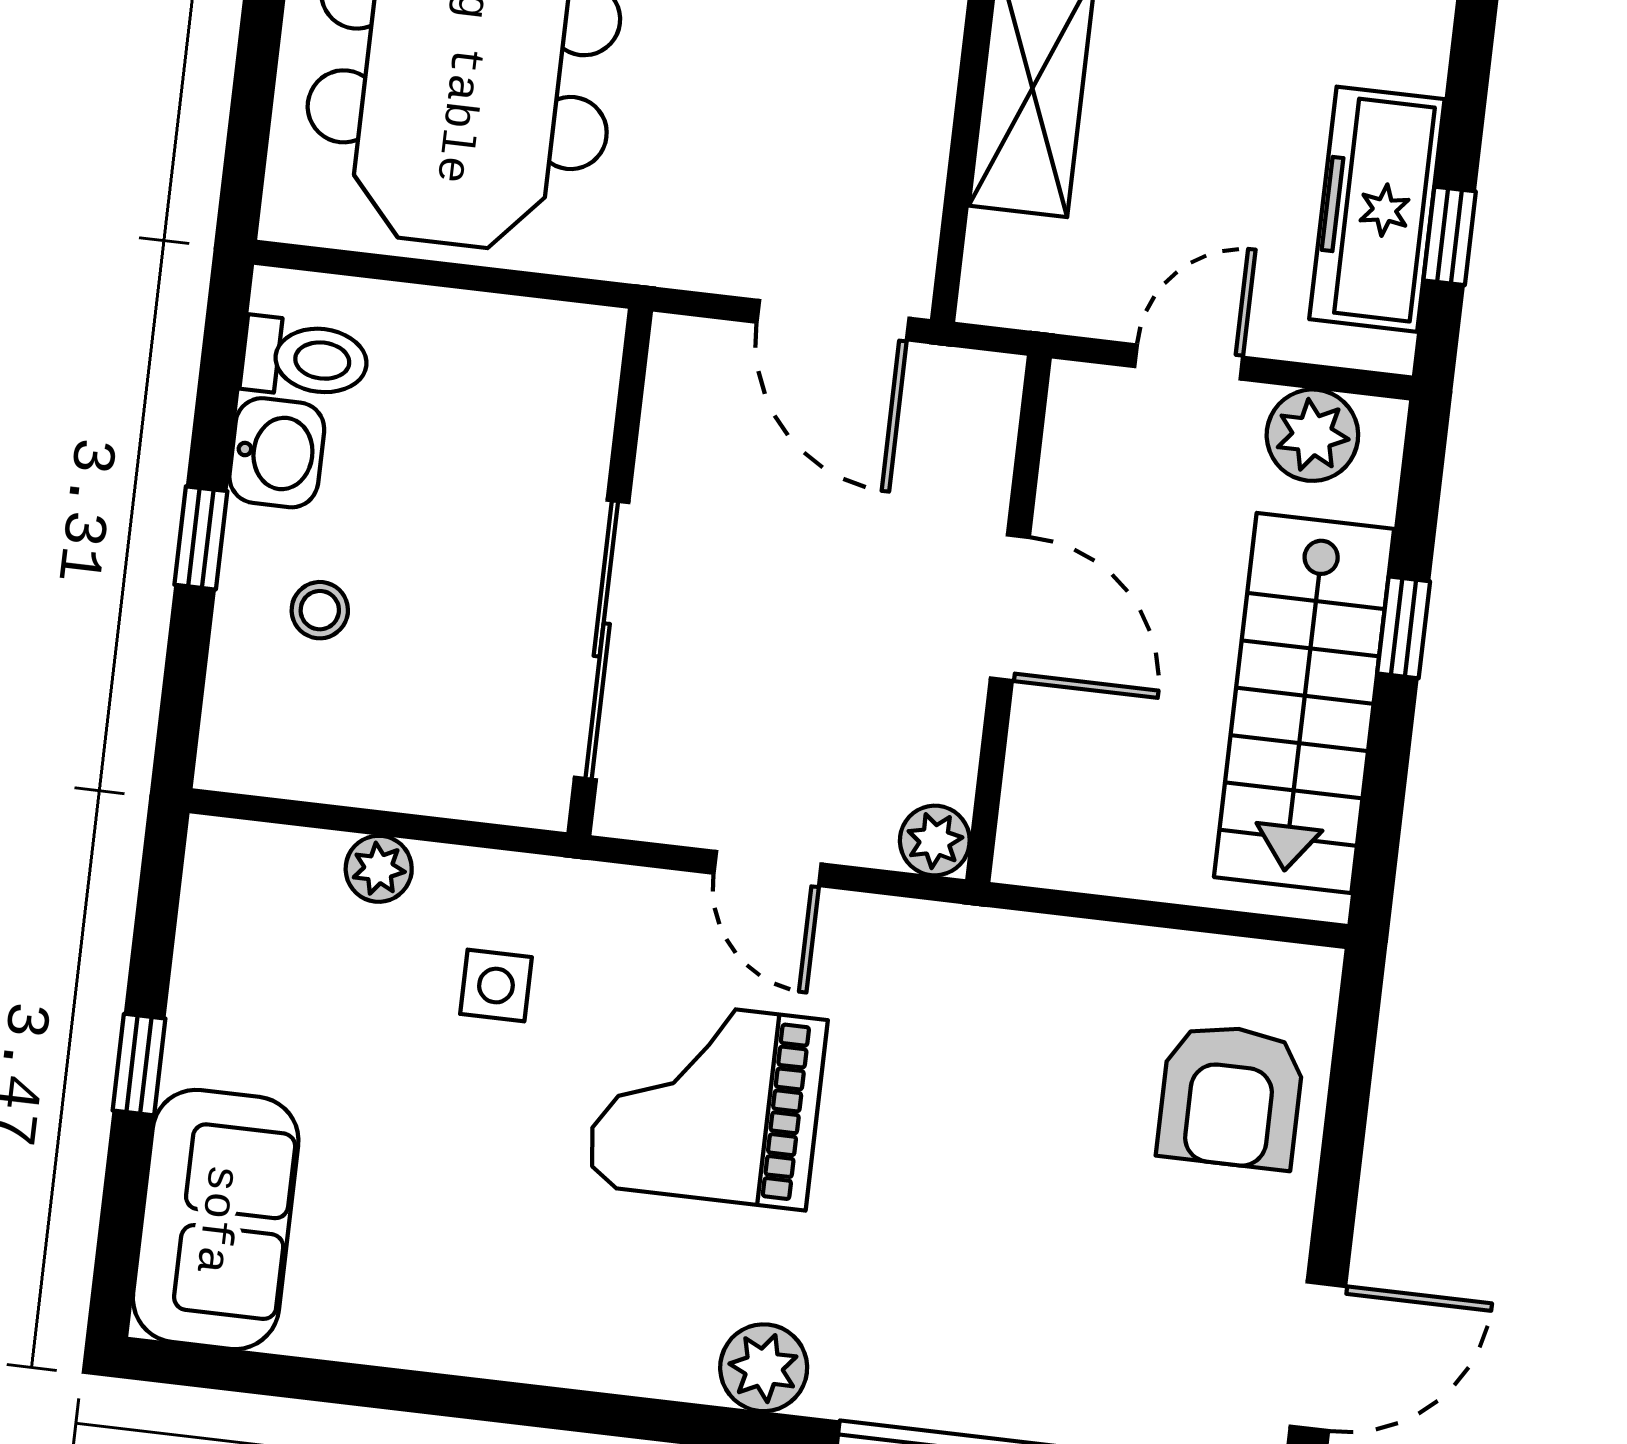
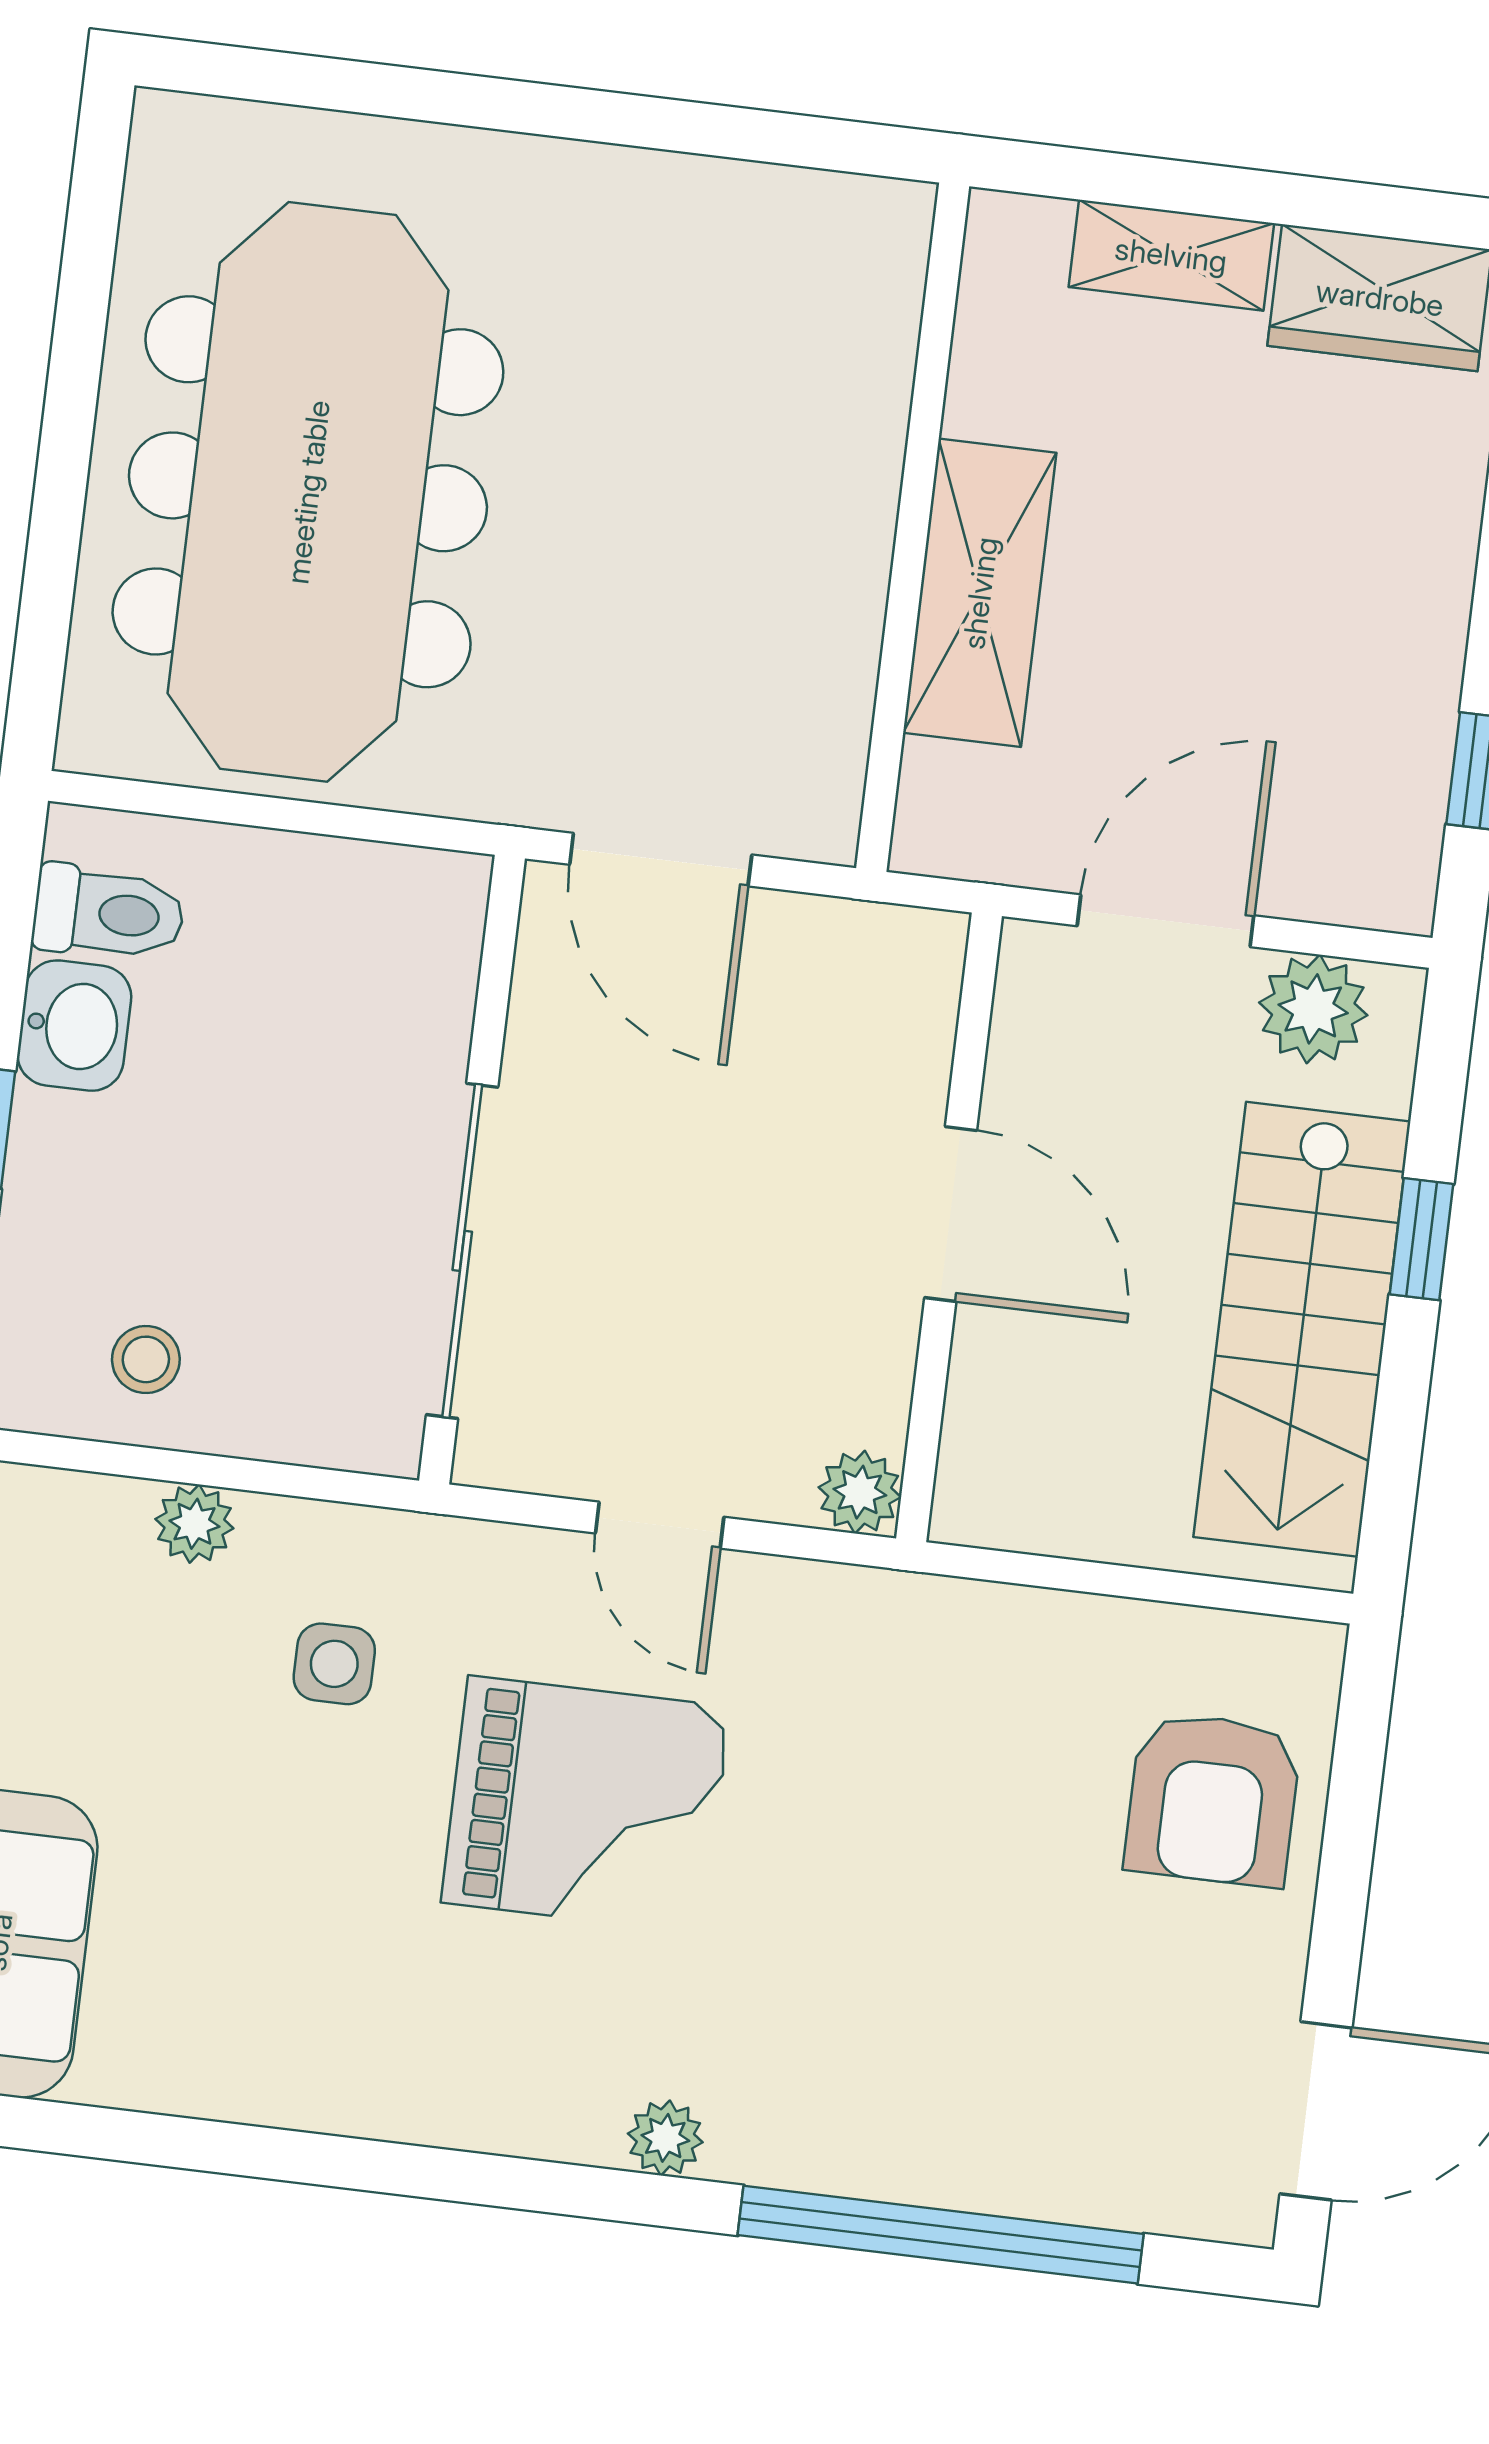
freezer: (1377, 209) -> (1391, 739), removed
door: (833, 320) -> (661, 860), moved
door: (1189, 362) -> (1166, 921), width x1.37
stool: (320, 610) -> (146, 1359), moved
grand piano: (707, 1102) -> (586, 1805), turned 180
plant: (764, 1368) -> (665, 2138), width x0.73, depth x0.73

